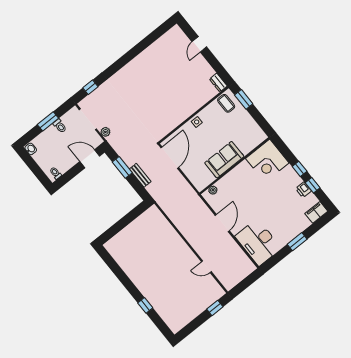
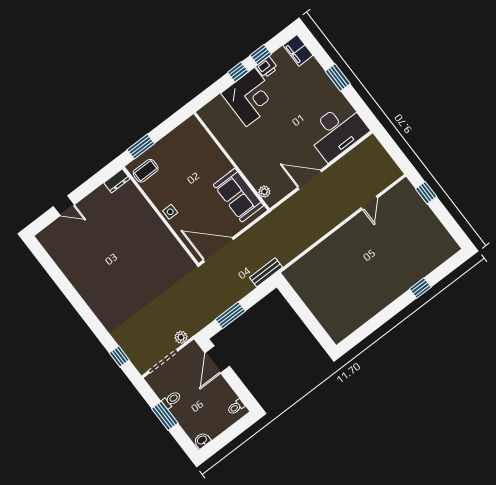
sofa: (224, 160) -> (238, 195), moved
corner desk: (267, 161) -> (250, 97), moved
bench: (140, 175) -> (266, 272), moved

